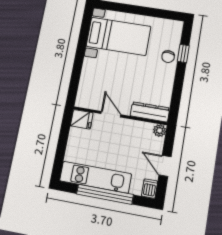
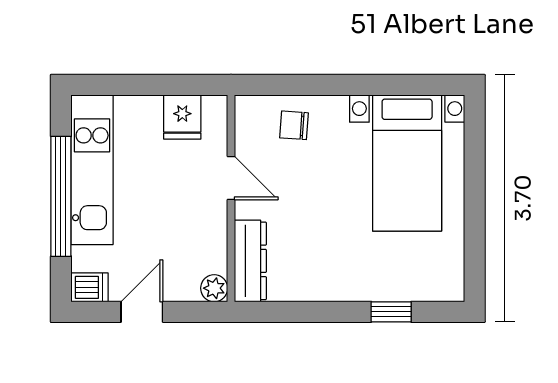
chair: (168, 57) -> (294, 125), moved
door: (111, 114) -> (231, 178), hinge flipped
fridge: (82, 119) -> (182, 117), moved

